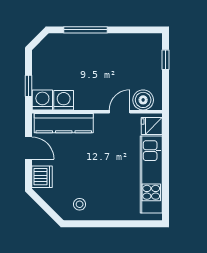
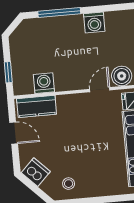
washing machine: (42, 100) -> (94, 23), moved, turned 180
kitchen counter: (64, 123) -> (37, 106), width x0.67
dishwasher: (42, 177) -> (36, 172), moved, turned -45

